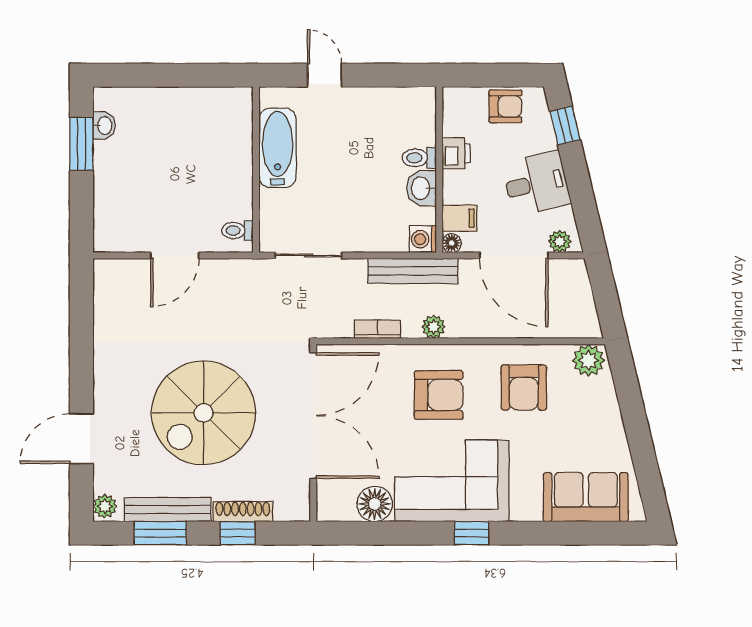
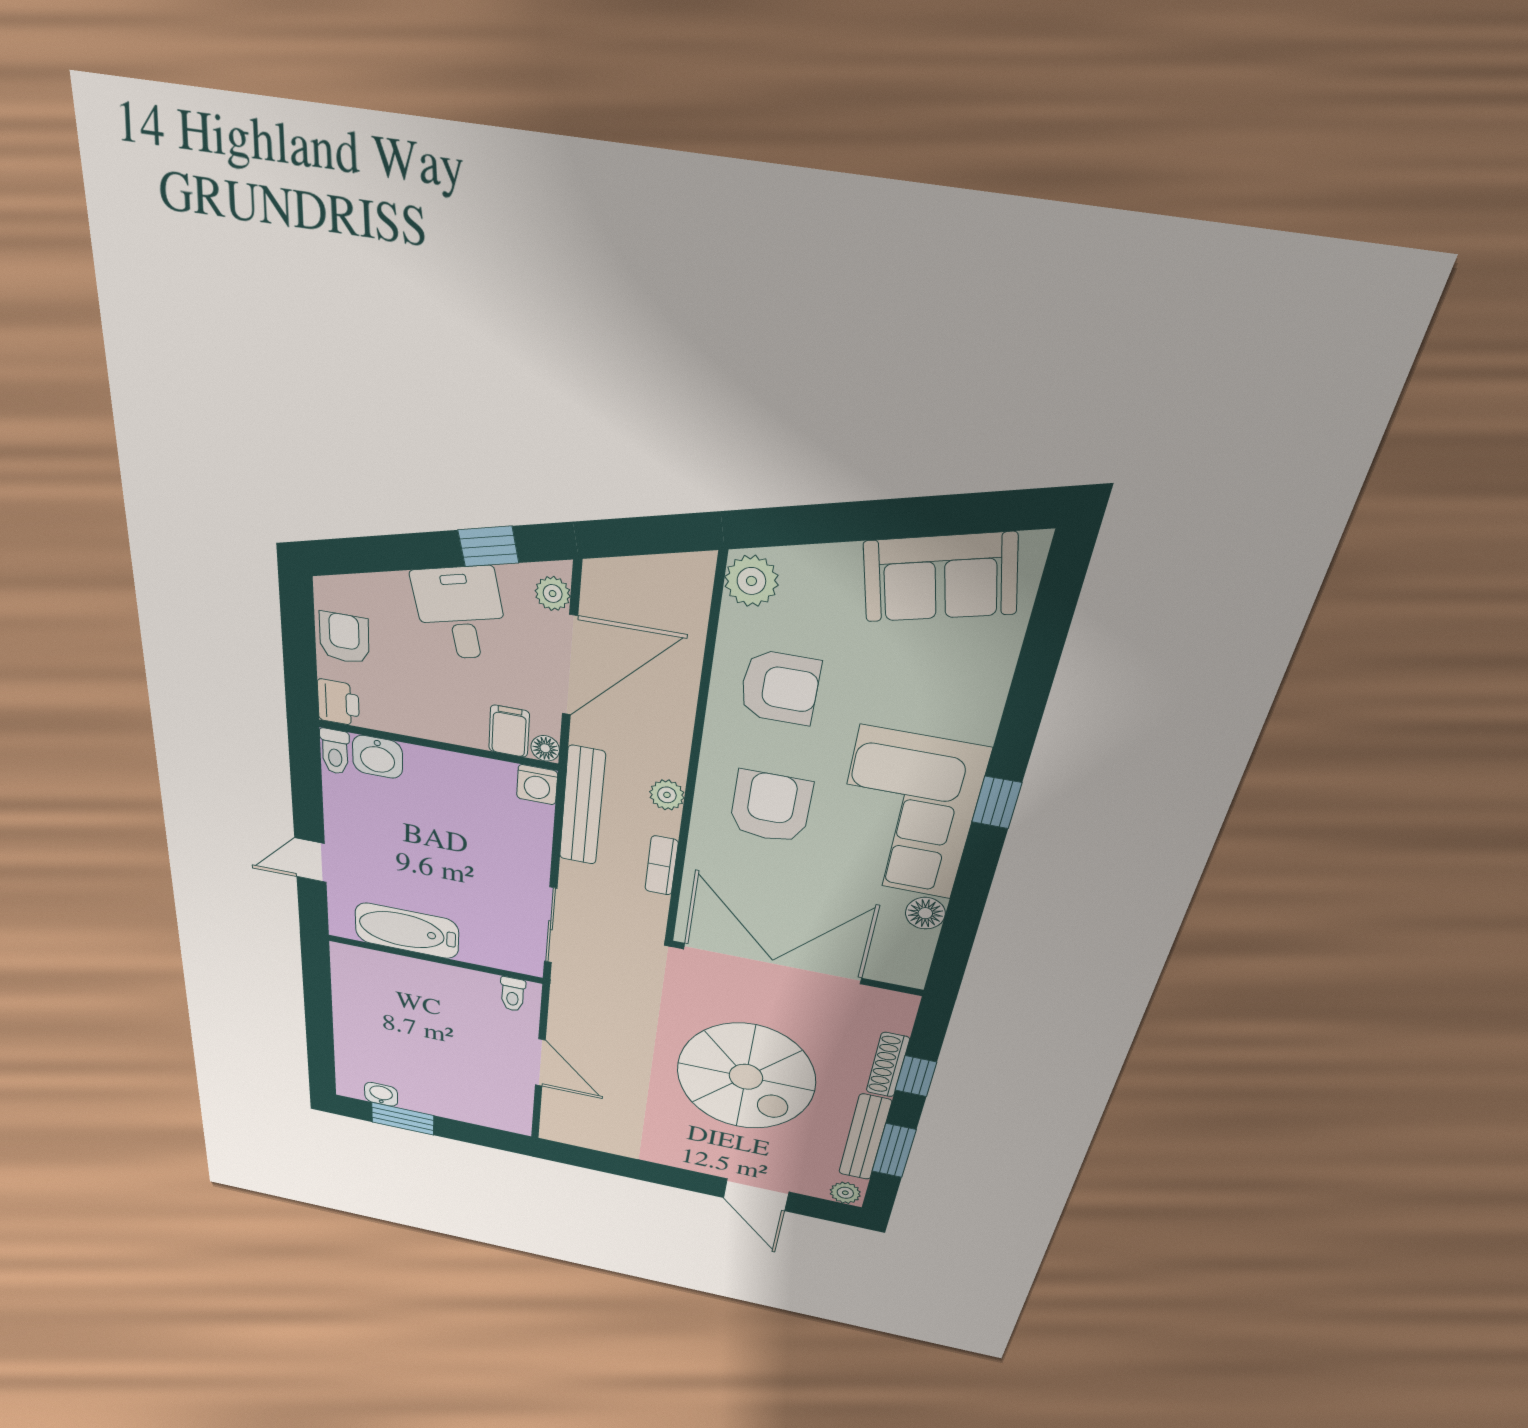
window: (565, 126) -> (488, 546), moved
printer: (456, 153) -> (338, 703), moved, turned 90
toilet: (419, 158) -> (335, 752), moved
washbasin: (421, 188) -> (377, 757), moved
sofa: (586, 497) -> (940, 578), moved, turned -103
floor lamp: (375, 504) -> (925, 913), width x0.73, depth x0.73

